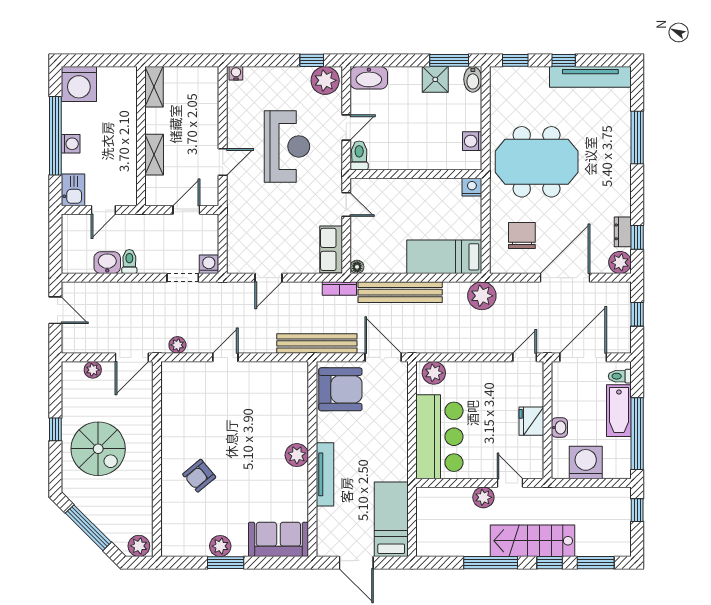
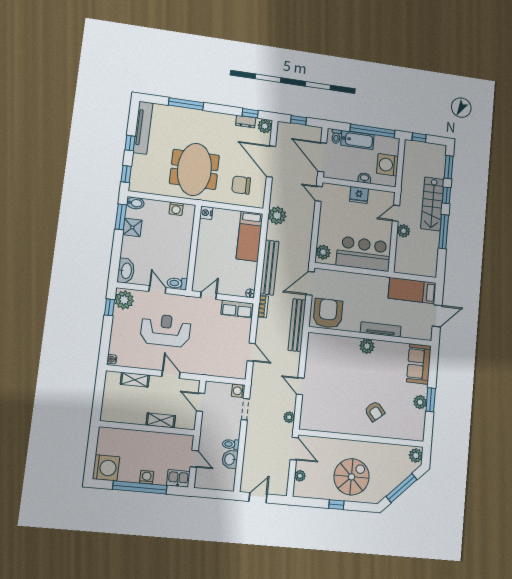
shelving: (154, 87) -> (135, 380), moved

